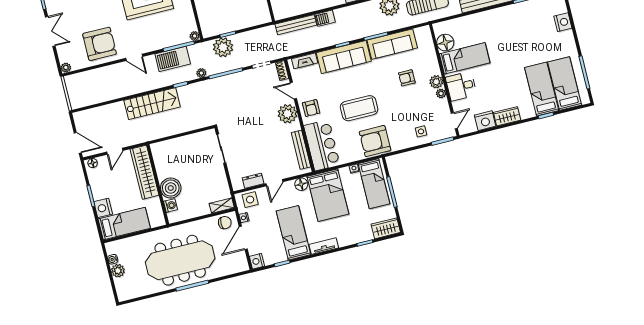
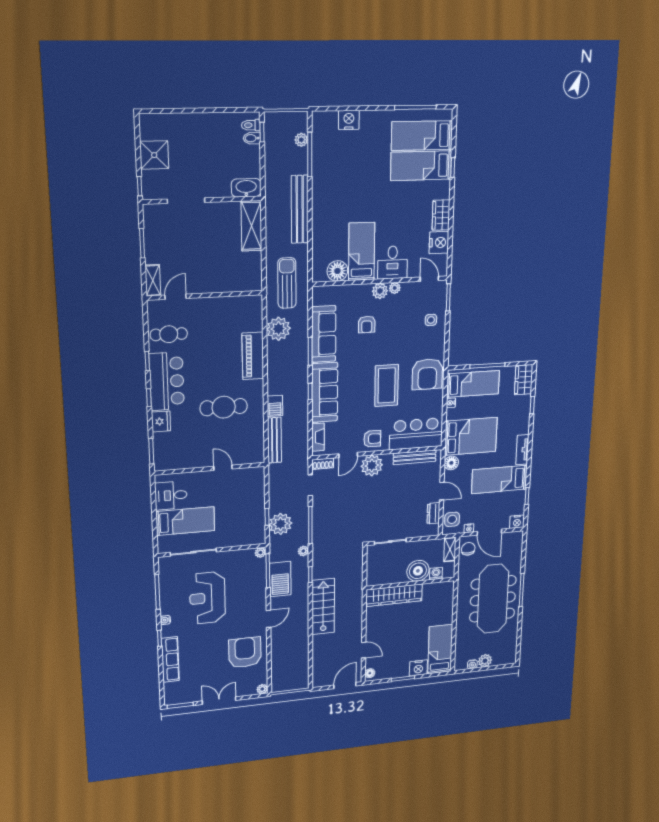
wardrobe: (144, 172) -> (394, 595), moved
wall: (158, 184) -> (411, 583), moved
boiler: (171, 188) -> (418, 571), moved
washing machine: (170, 206) -> (436, 573), moved

